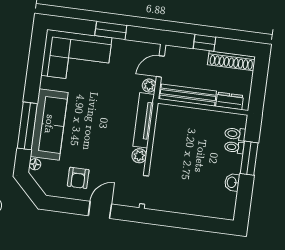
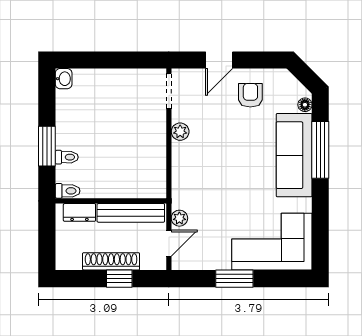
shoe rack: (231, 61) -> (111, 261), moved
tv unit: (144, 120) -> (180, 175), removed
toilet: (235, 134) -> (68, 191), moved
washbasin: (232, 182) -> (64, 79), moved

